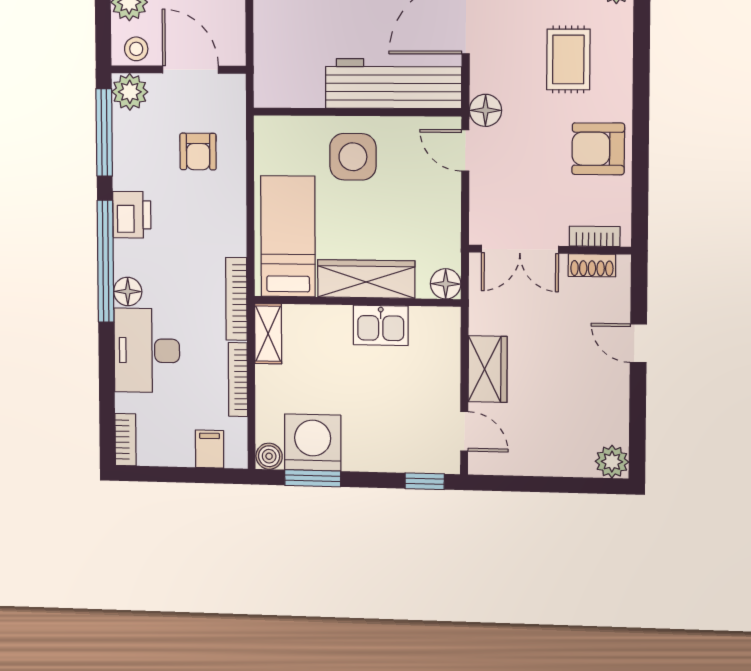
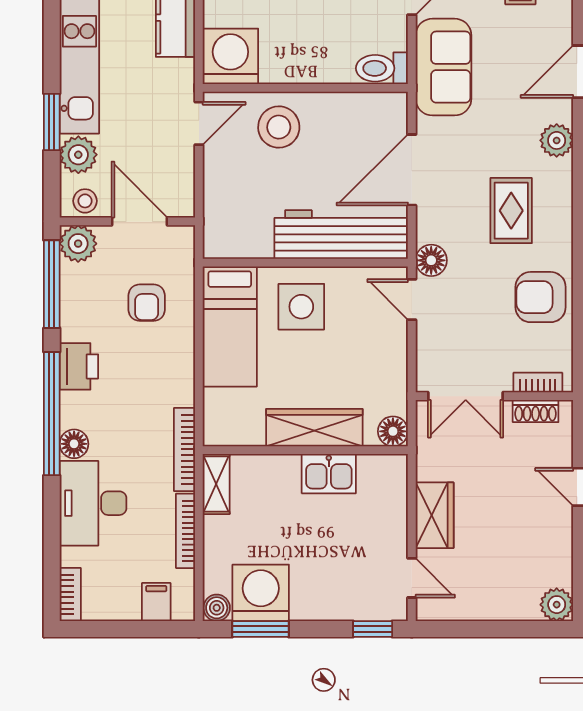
bed: (288, 236) -> (230, 327), moved, turned 180

